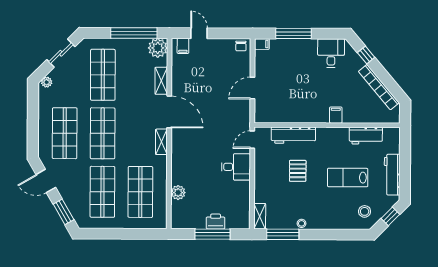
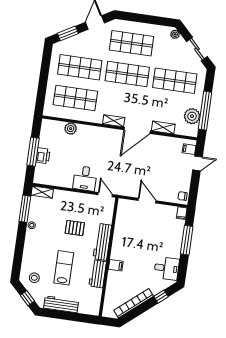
plant: (158, 48) -> (192, 116), moved
workbench: (293, 135) -> (102, 242), moved
workbench: (366, 136) -> (98, 274), moved

